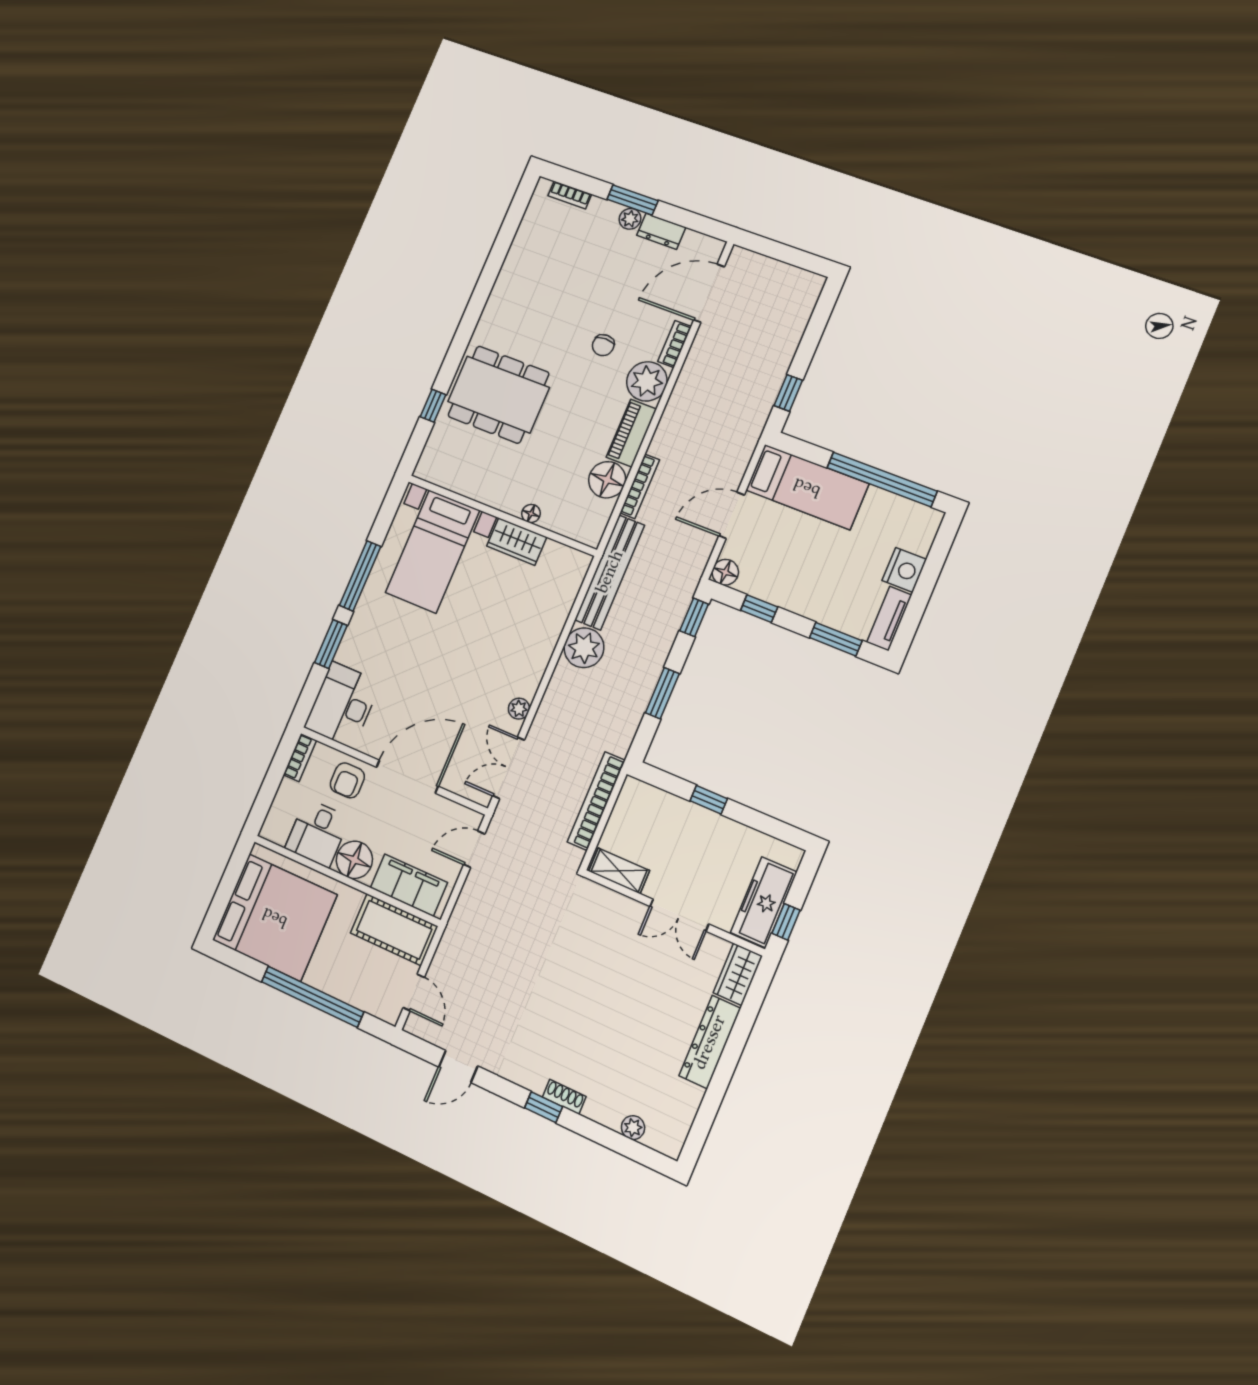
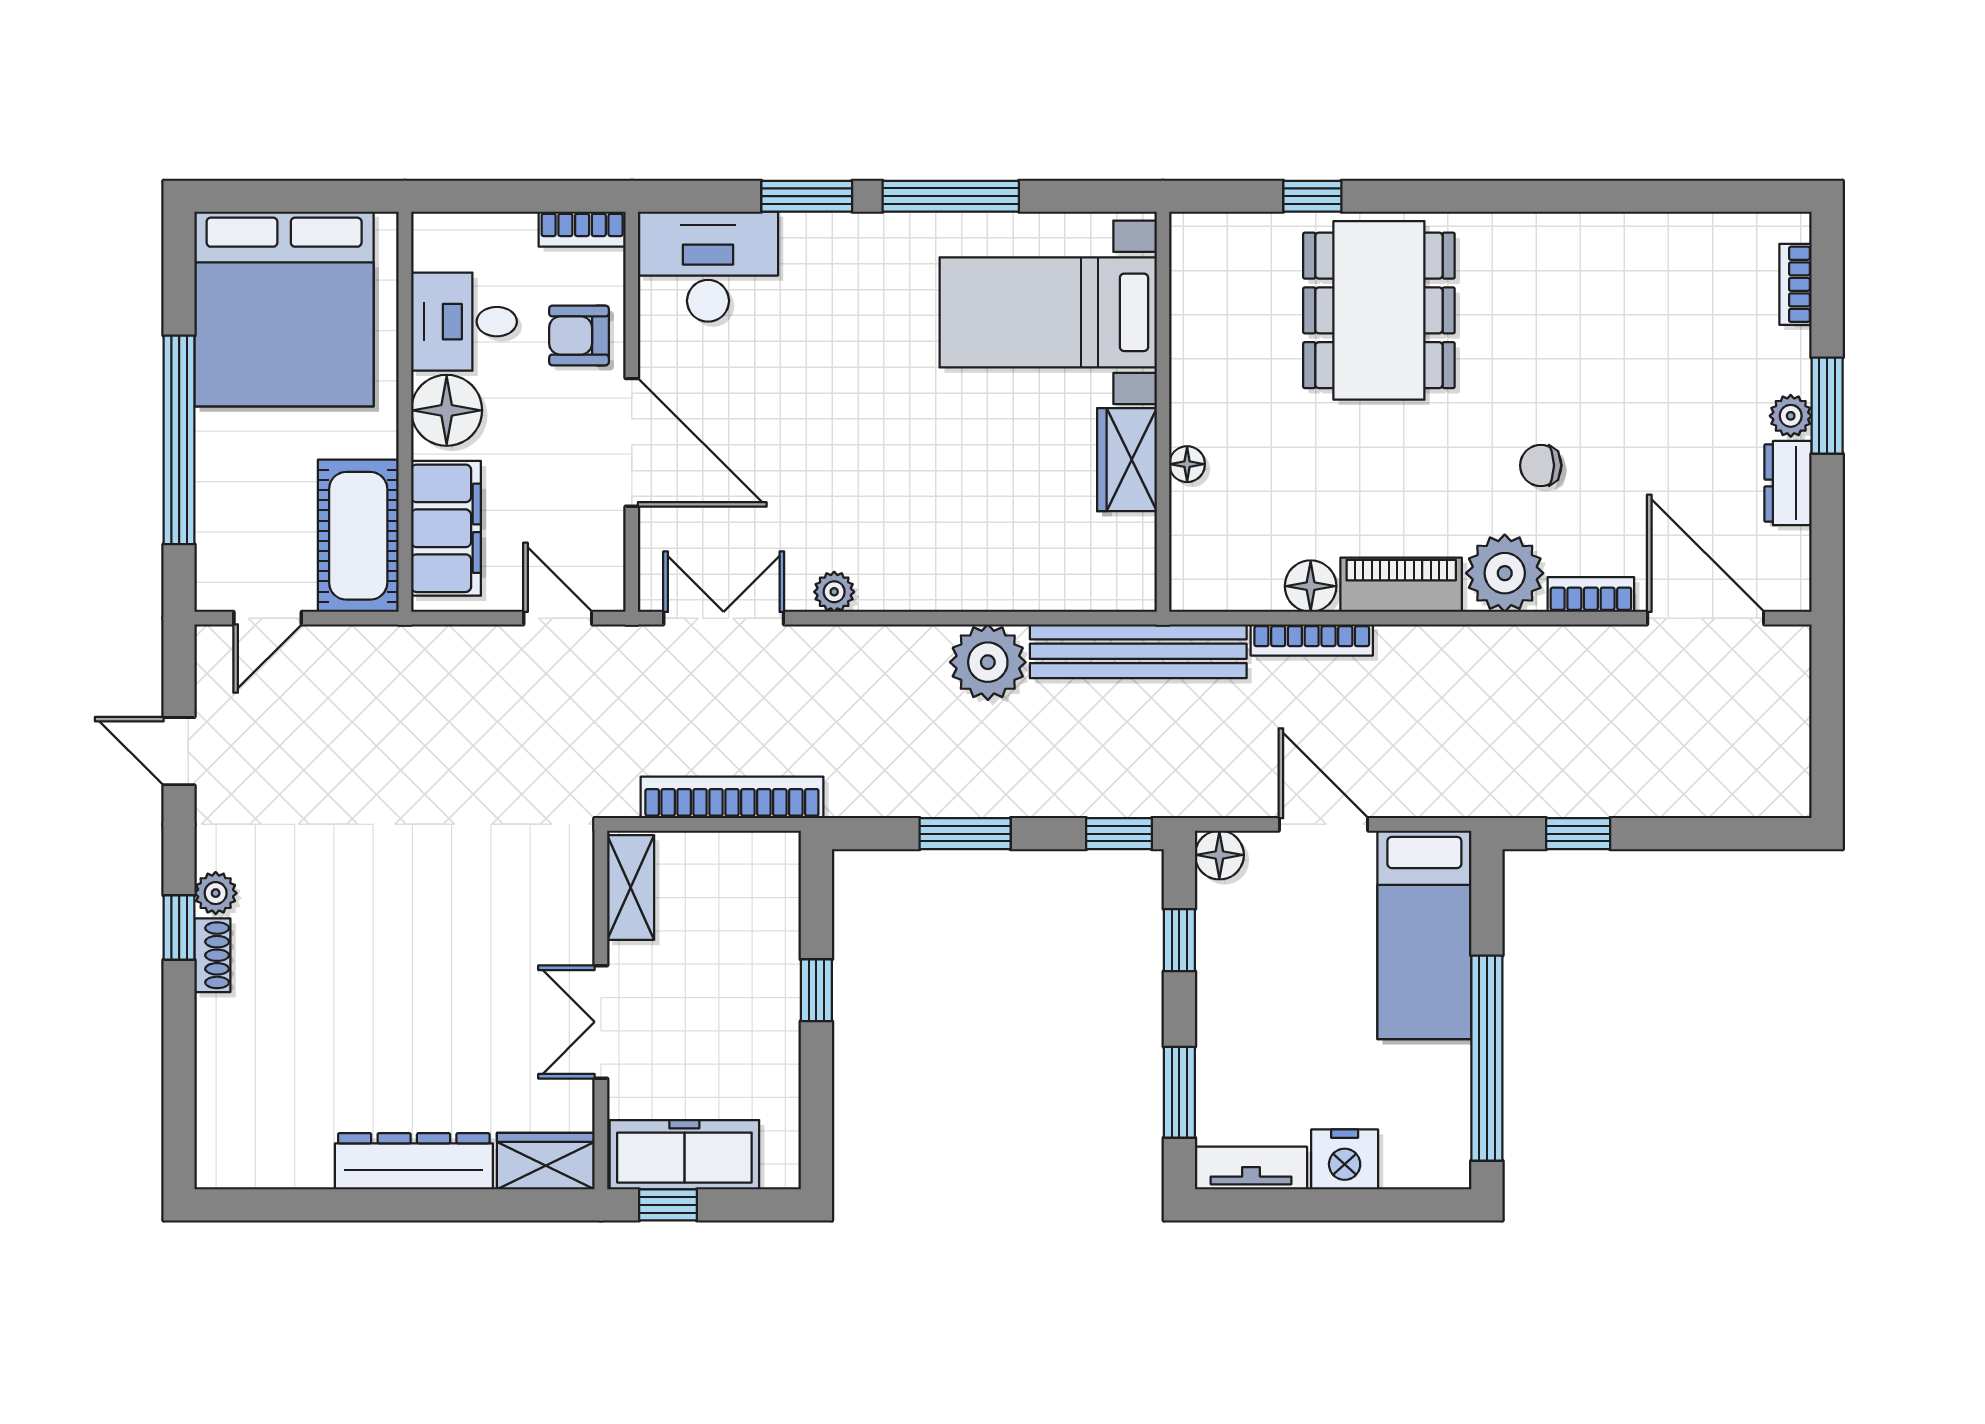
floor lamp: (607, 480) -> (1311, 586), width x0.73, depth x0.73
plant: (633, 1128) -> (216, 893), moved

